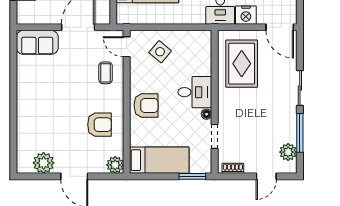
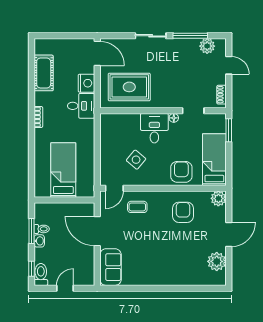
door: (280, 27) -> (97, 53), hinge flipped
side table: (160, 52) -> (136, 160), moved
armchair: (146, 105) -> (181, 172), moved

